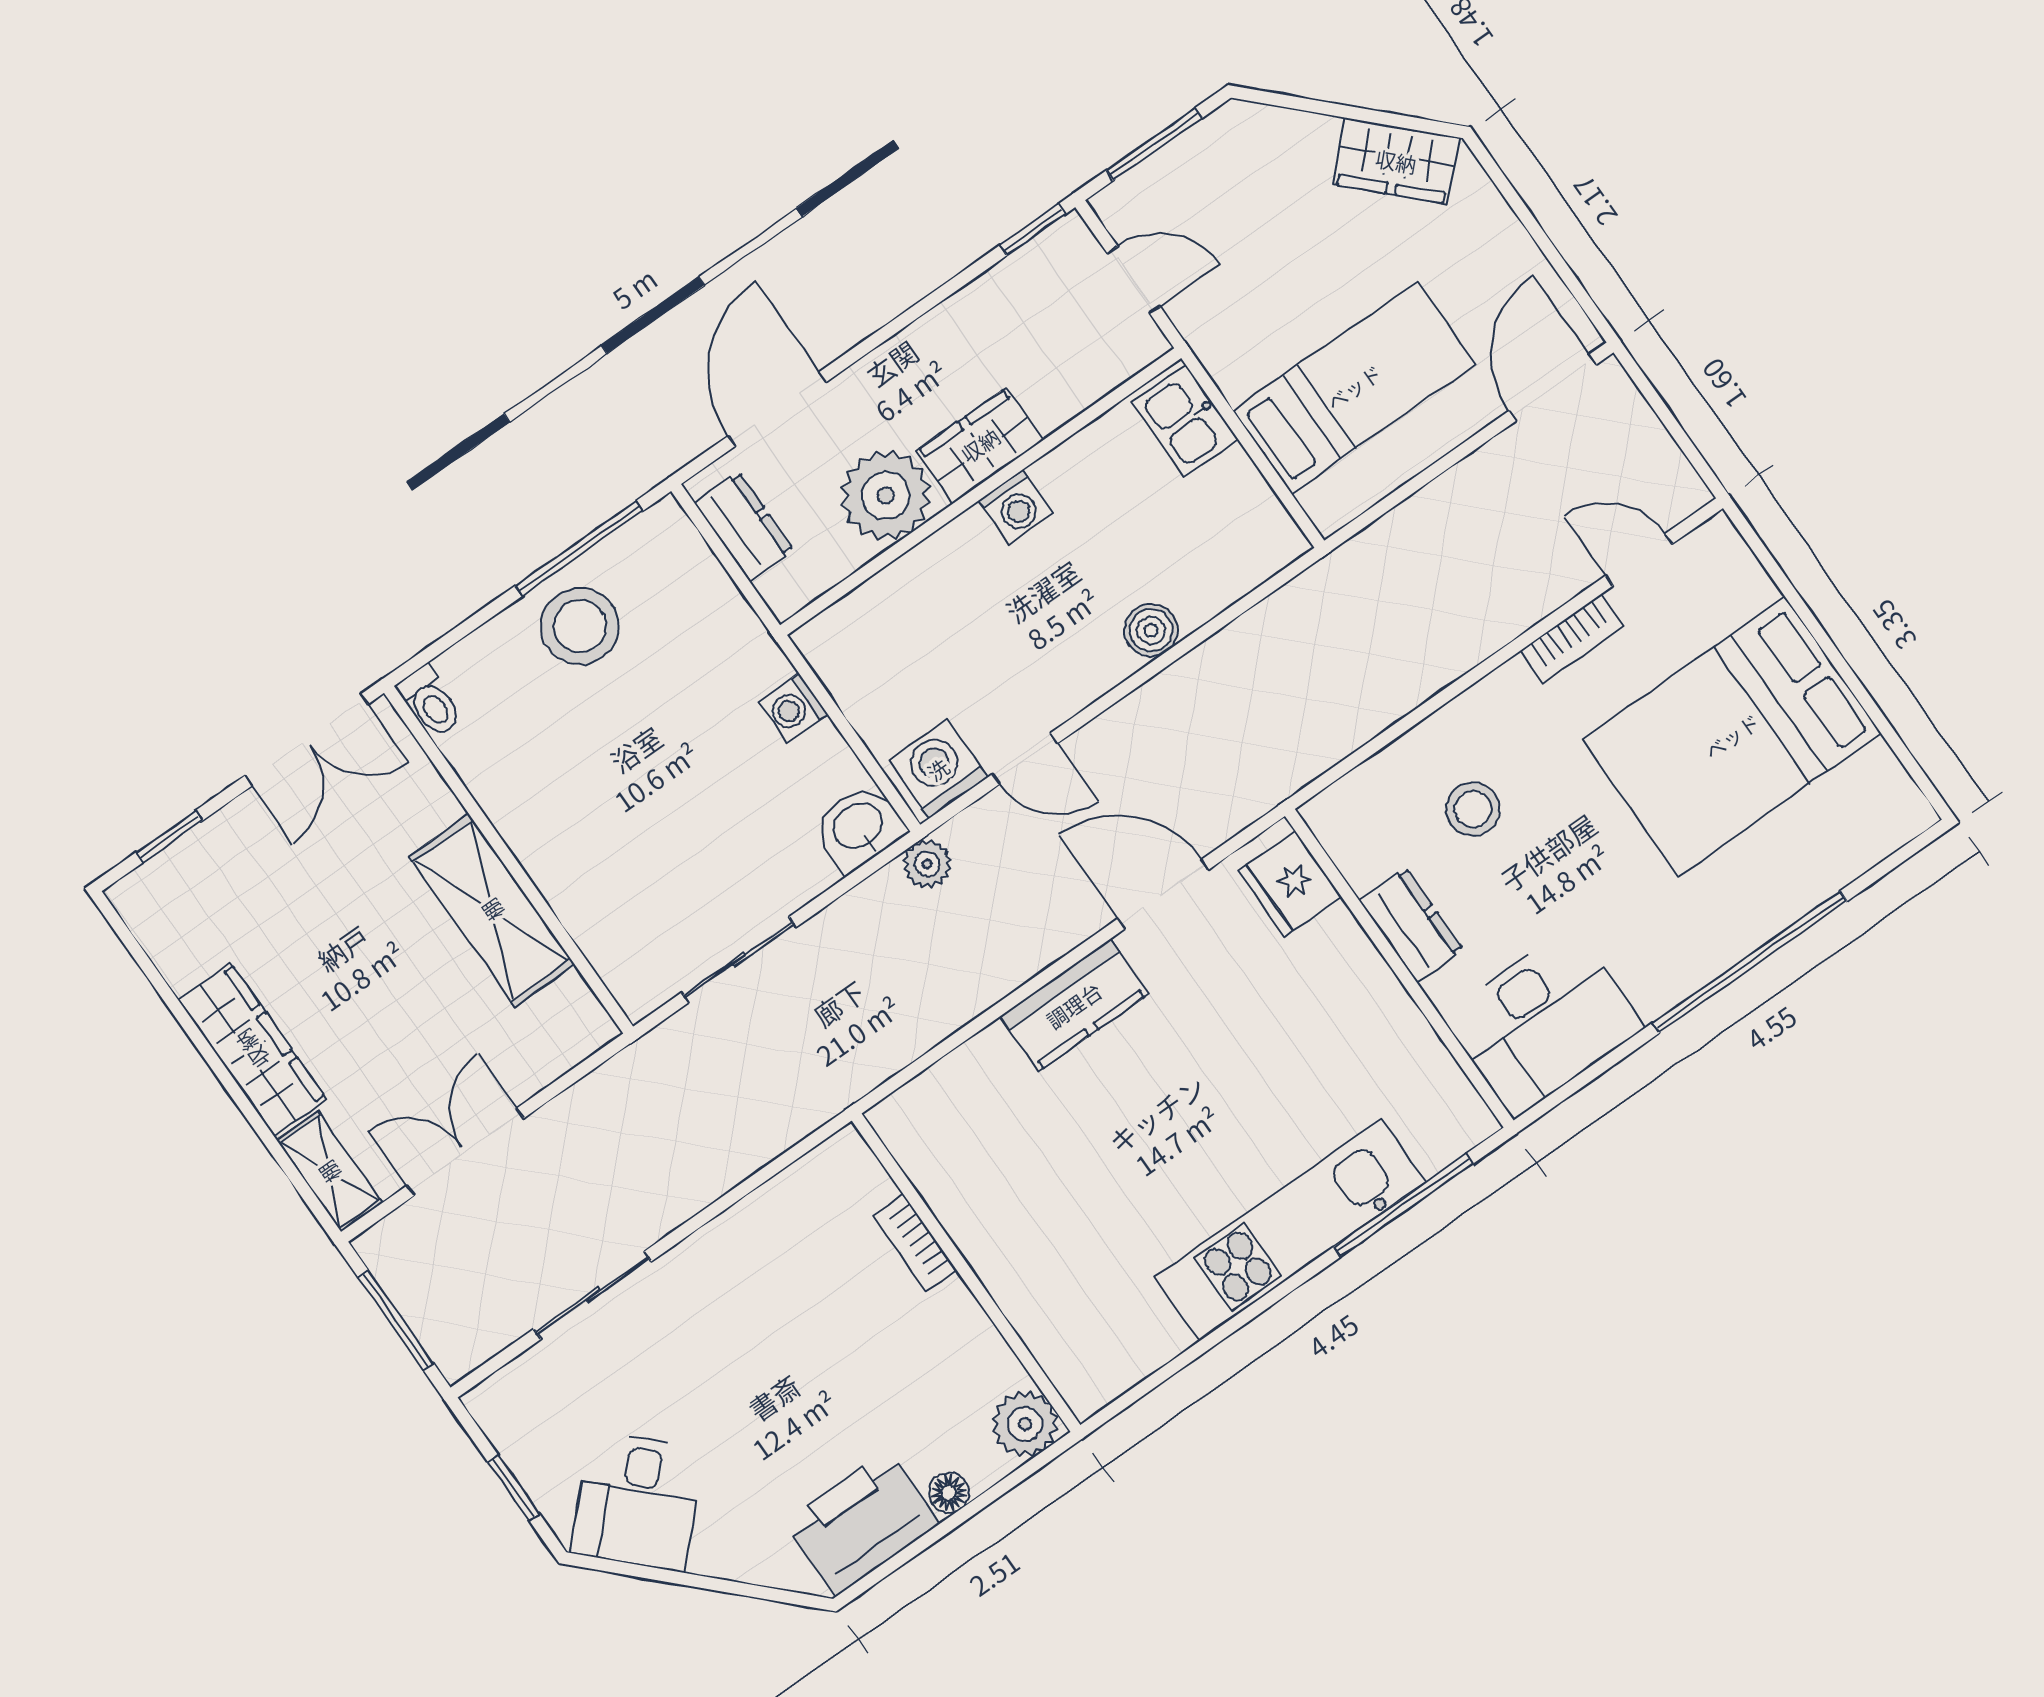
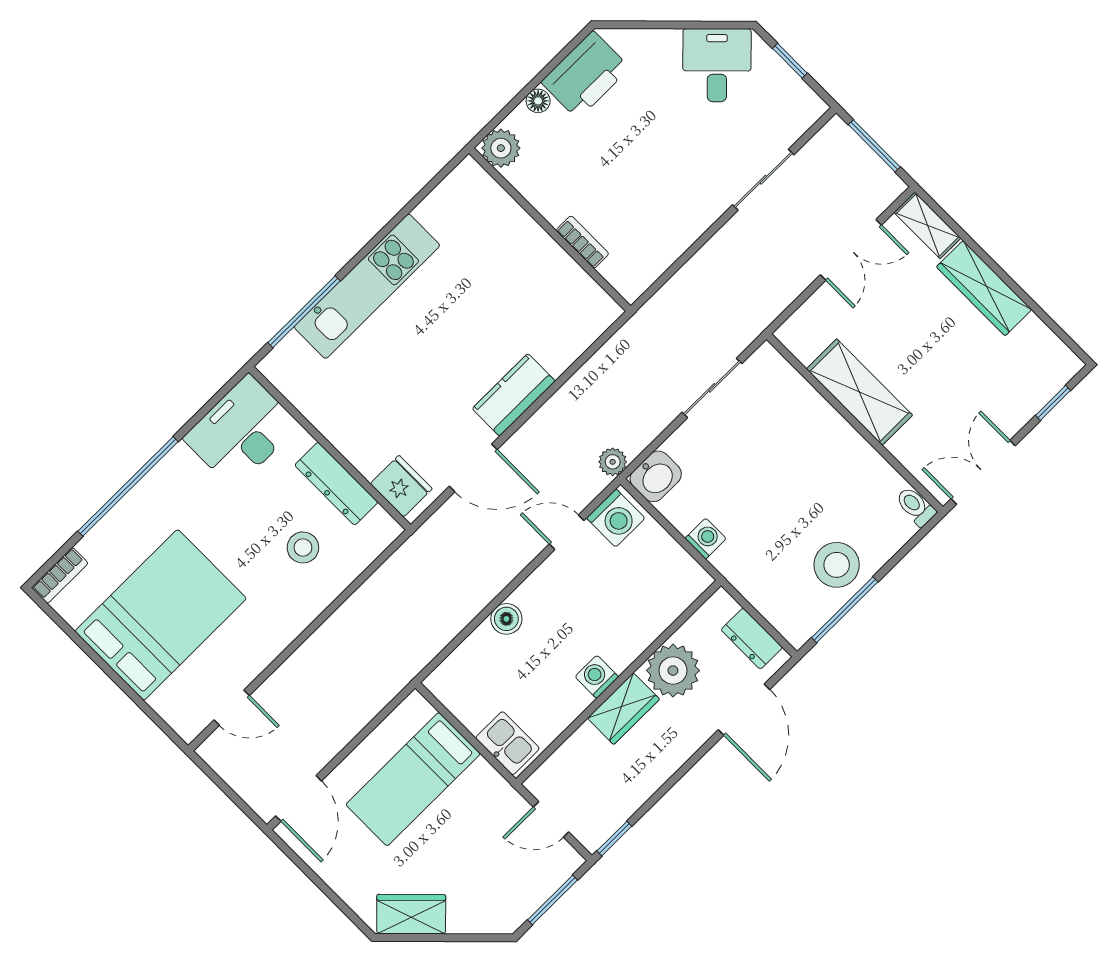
bookcase: (1572, 638) -> (60, 575), moved, turned 180
dresser: (1411, 925) -> (336, 484), width x1.44

